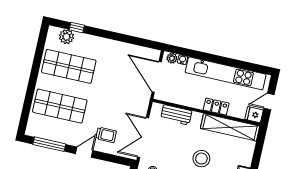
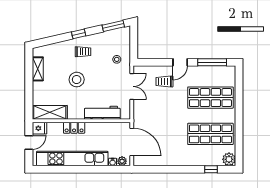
plant: (66, 37) -> (229, 159), moved
workbench: (176, 115) -> (102, 113), width x1.38
shelving: (230, 127) -> (50, 112), width x0.68
double door: (143, 137) -> (132, 86), width x0.73

